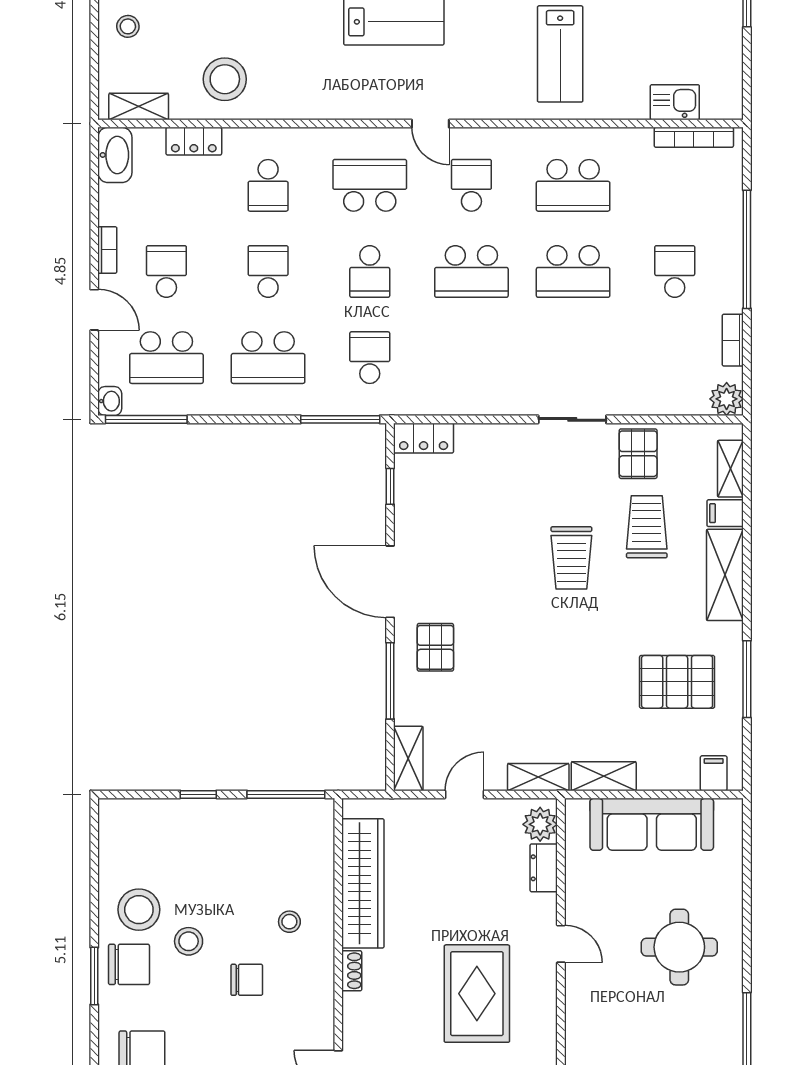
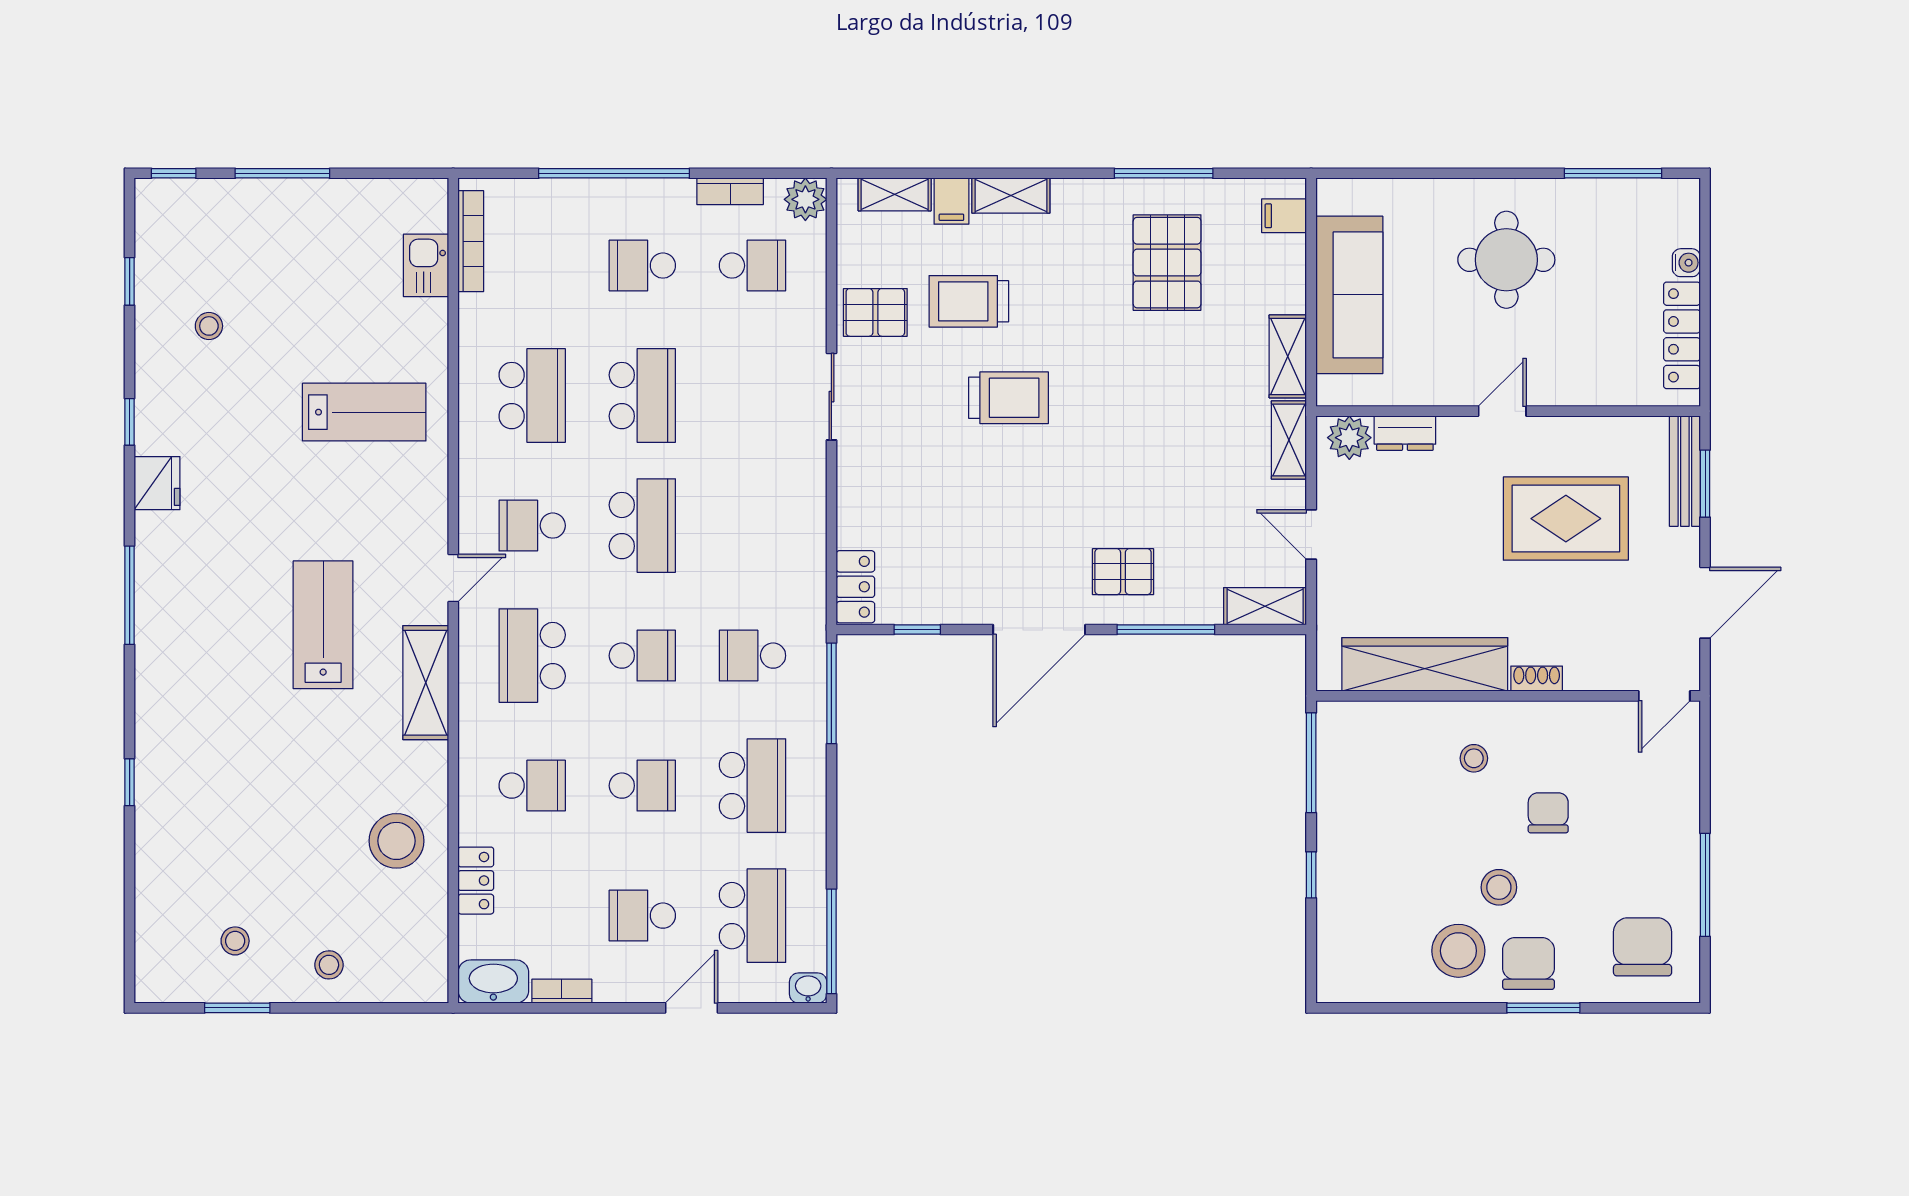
shelving: (139, 107) -> (426, 683), moved, width x1.50, depth x1.33
bookcase: (107, 250) -> (562, 991), moved
school desk: (268, 271) -> (642, 786), turned 180
school desk: (675, 358) -> (752, 266), added
shelving: (725, 575) -> (1011, 196), width x0.67, depth x0.75

